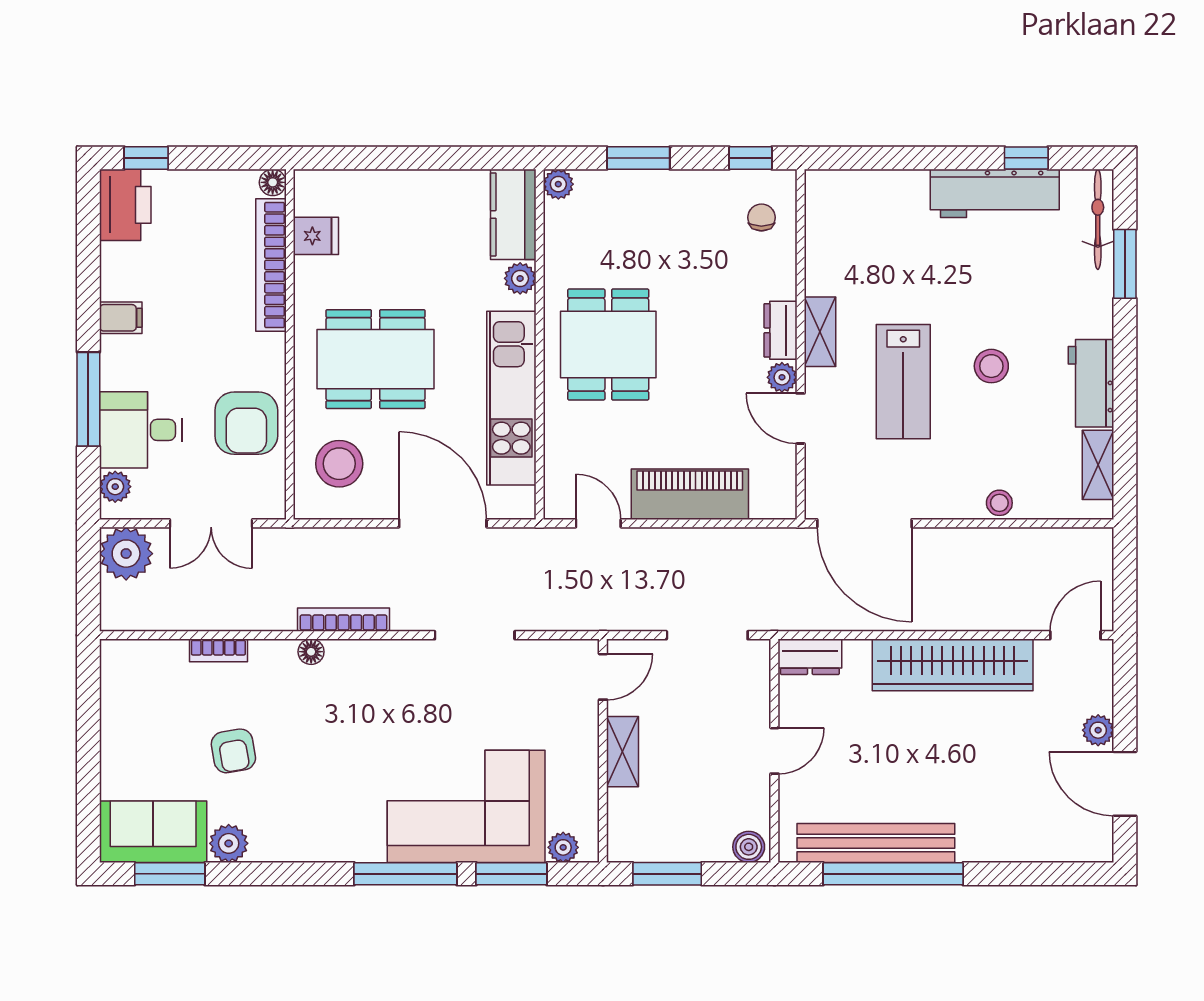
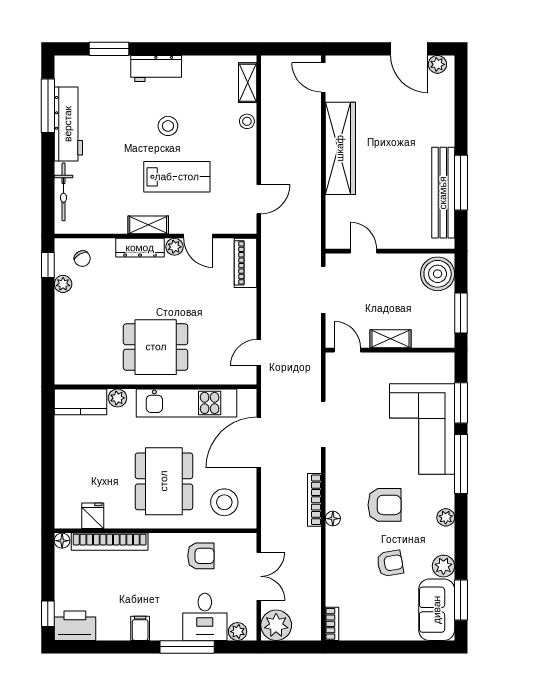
window: (638, 158) -> (48, 330), removed
window: (1026, 158) -> (48, 106), width x2.17
plant: (558, 184) -> (63, 284), moved
chair: (761, 217) -> (82, 259), turned -119
bicycle: (1098, 219) -> (64, 192), moved, turned -90
dresser: (780, 330) -> (140, 248), width x1.44
workbench: (1091, 383) -> (156, 68), moved
door: (801, 418) -> (198, 236), hinge flipped
armchair: (246, 423) -> (201, 556), width x0.72, depth x0.72
shelving: (1098, 465) -> (248, 83), moved, turned 90
piano: (690, 494) -> (246, 263), moved, width x0.73, depth x0.75
door: (864, 523) -> (259, 199), width x0.53
bookcase: (218, 650) -> (332, 624), moved
dresser: (810, 657) -> (336, 231), removed
plant: (1098, 730) -> (437, 64), moved
armchair: (335, 741) -> (384, 505), added
door: (774, 751) -> (364, 251), moved
door: (1125, 784) -> (409, 49), hinge flipped
plant: (563, 847) -> (446, 517), moved
boiler: (749, 847) -> (438, 274), width x1.86, depth x1.86
window: (893, 874) -> (461, 183), width x0.68

